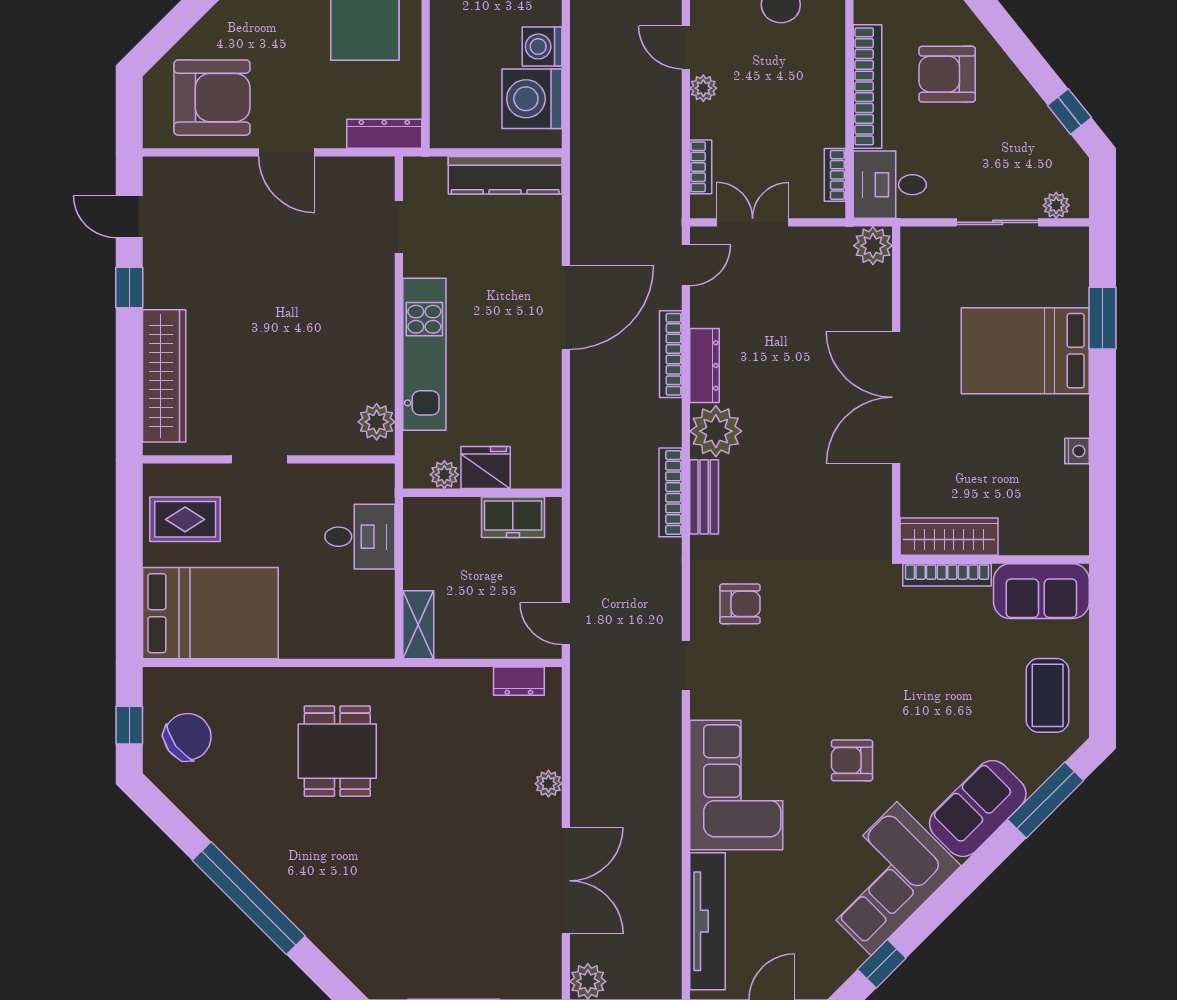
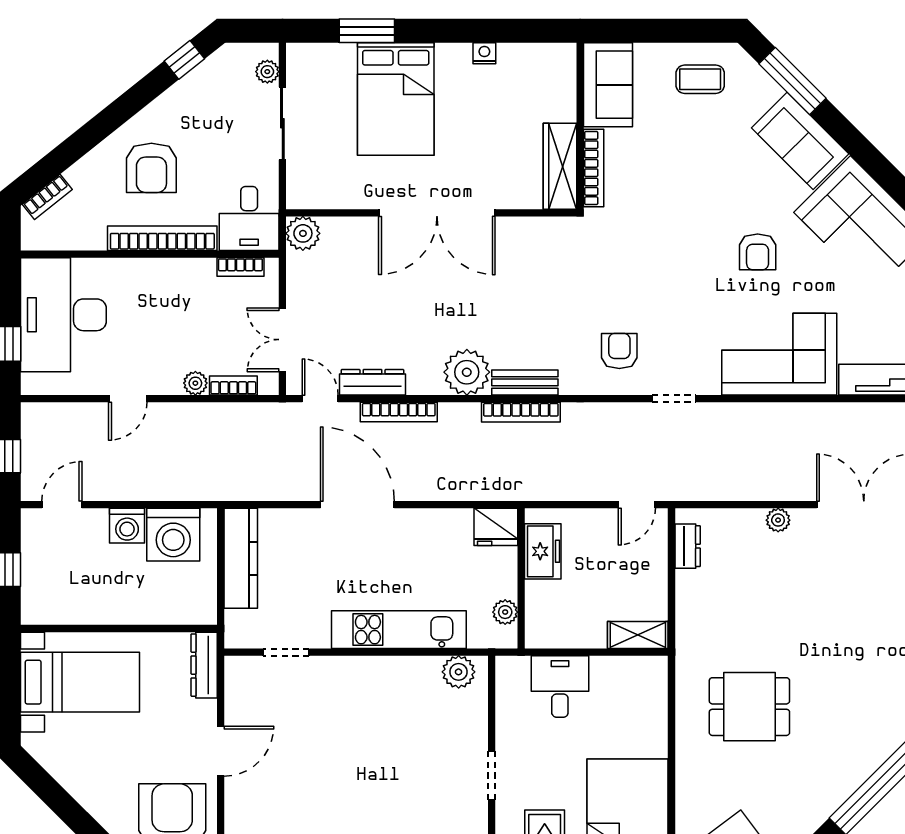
plant: (703, 88) -> (195, 383), moved
dresser: (704, 365) -> (372, 382), moved
fridge: (486, 468) -> (496, 527), moved, turned -90
coffee table: (1048, 695) -> (700, 79), width x0.73, depth x0.77

